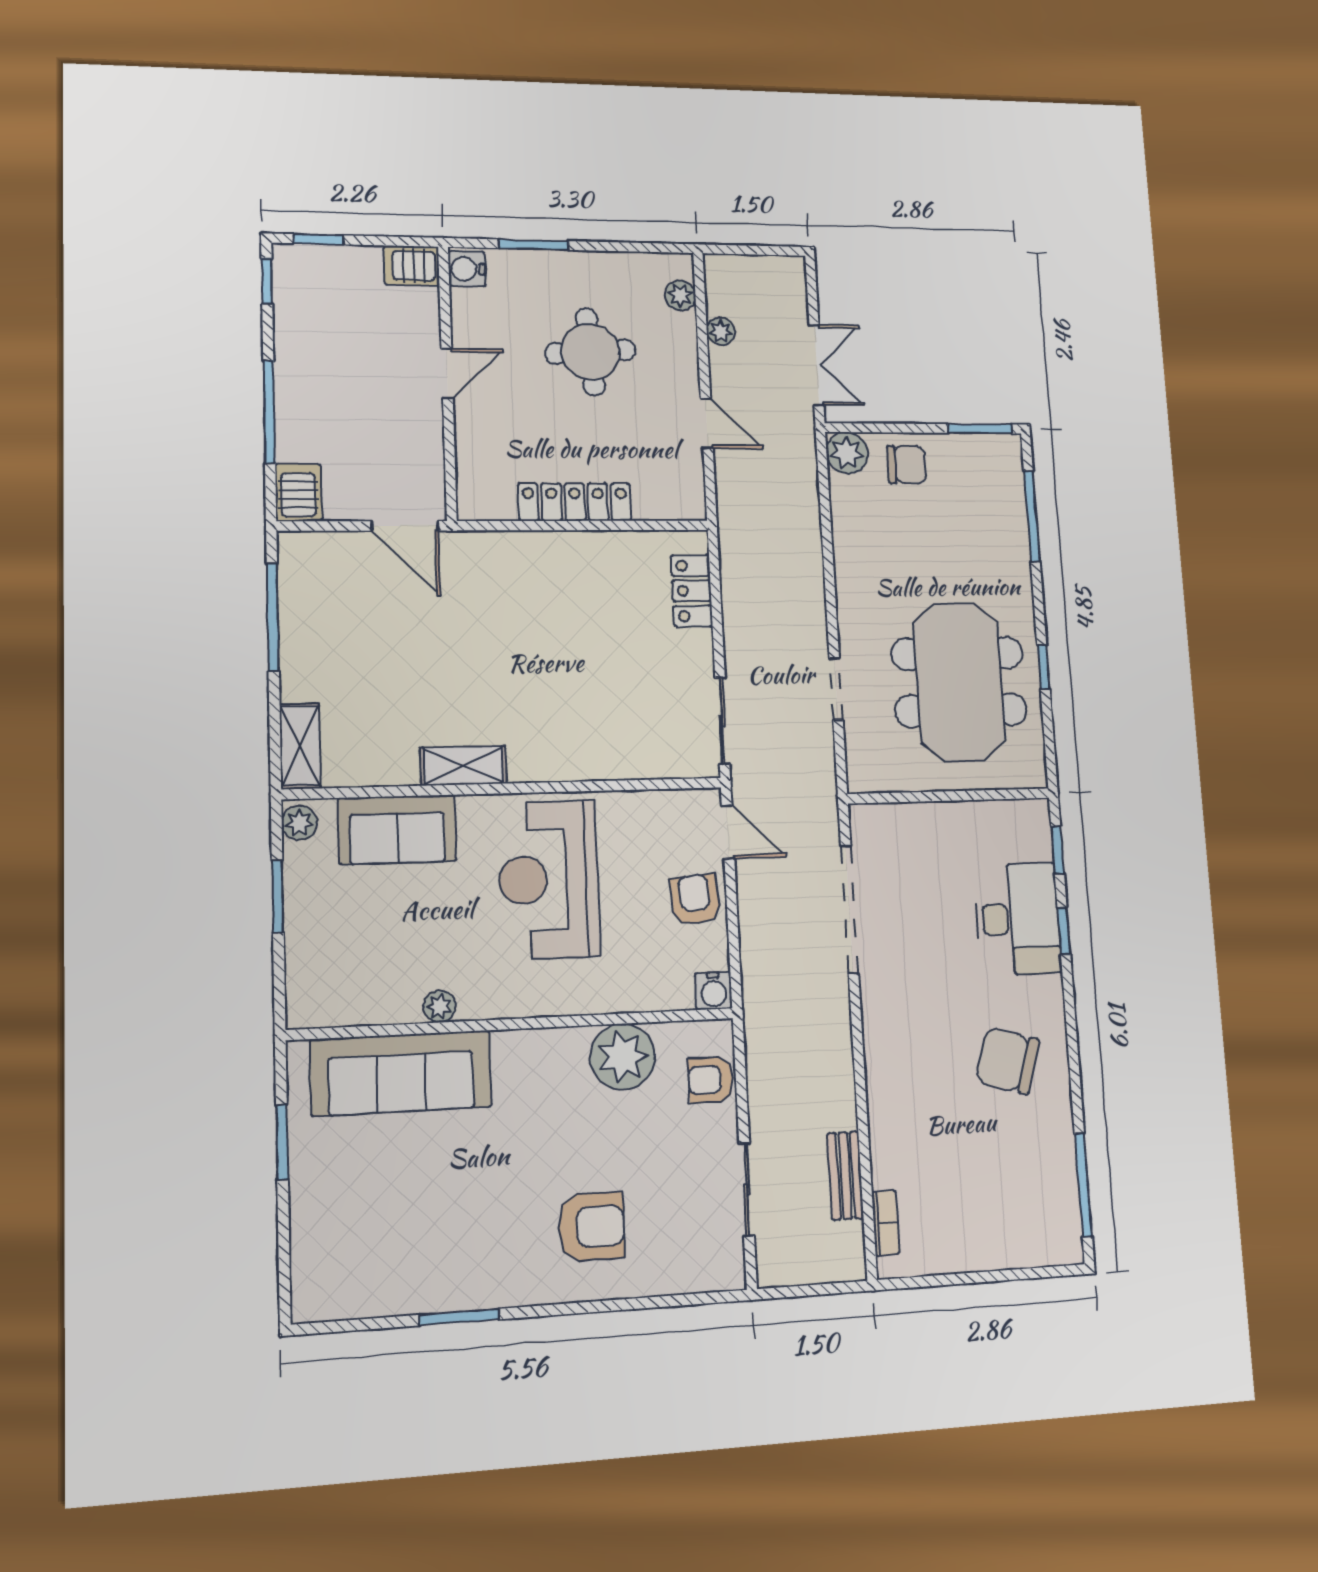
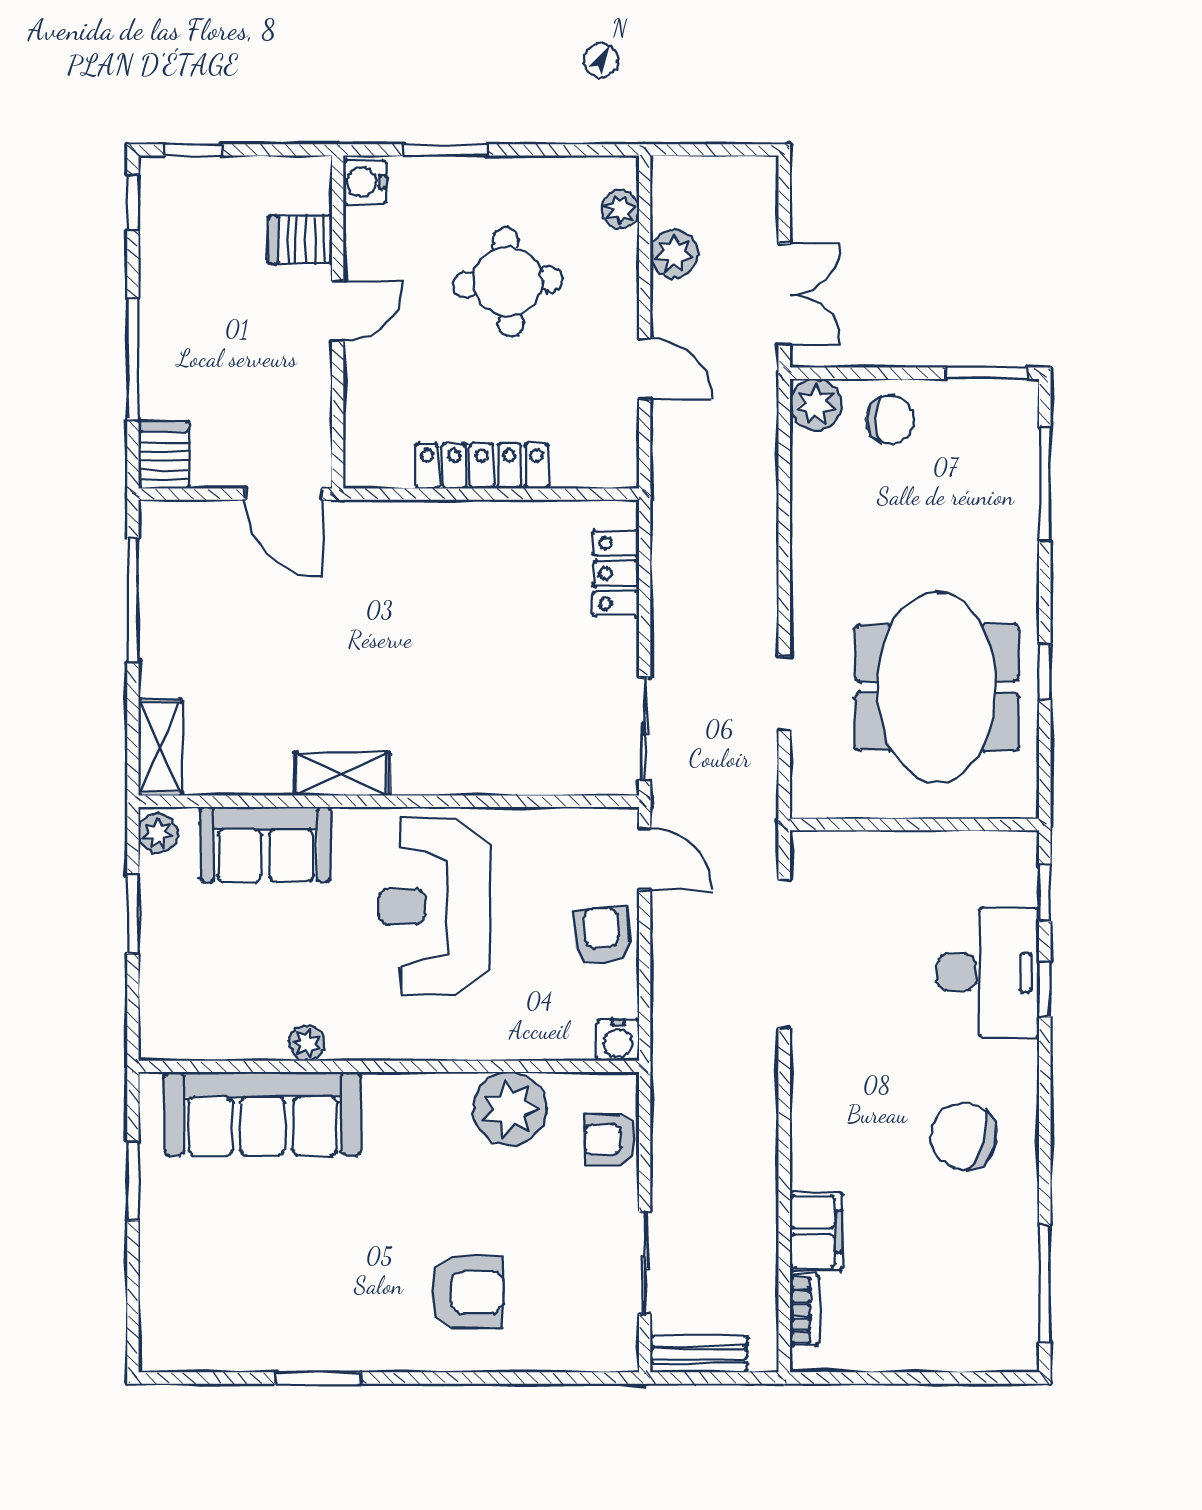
server rack: (412, 266) -> (300, 240), moved
plant: (721, 331) -> (674, 254), width x1.38, depth x1.38
filing cabinet: (891, 1152) -> (816, 1232), added
bench: (845, 1176) -> (699, 1354), moved, turned 90

